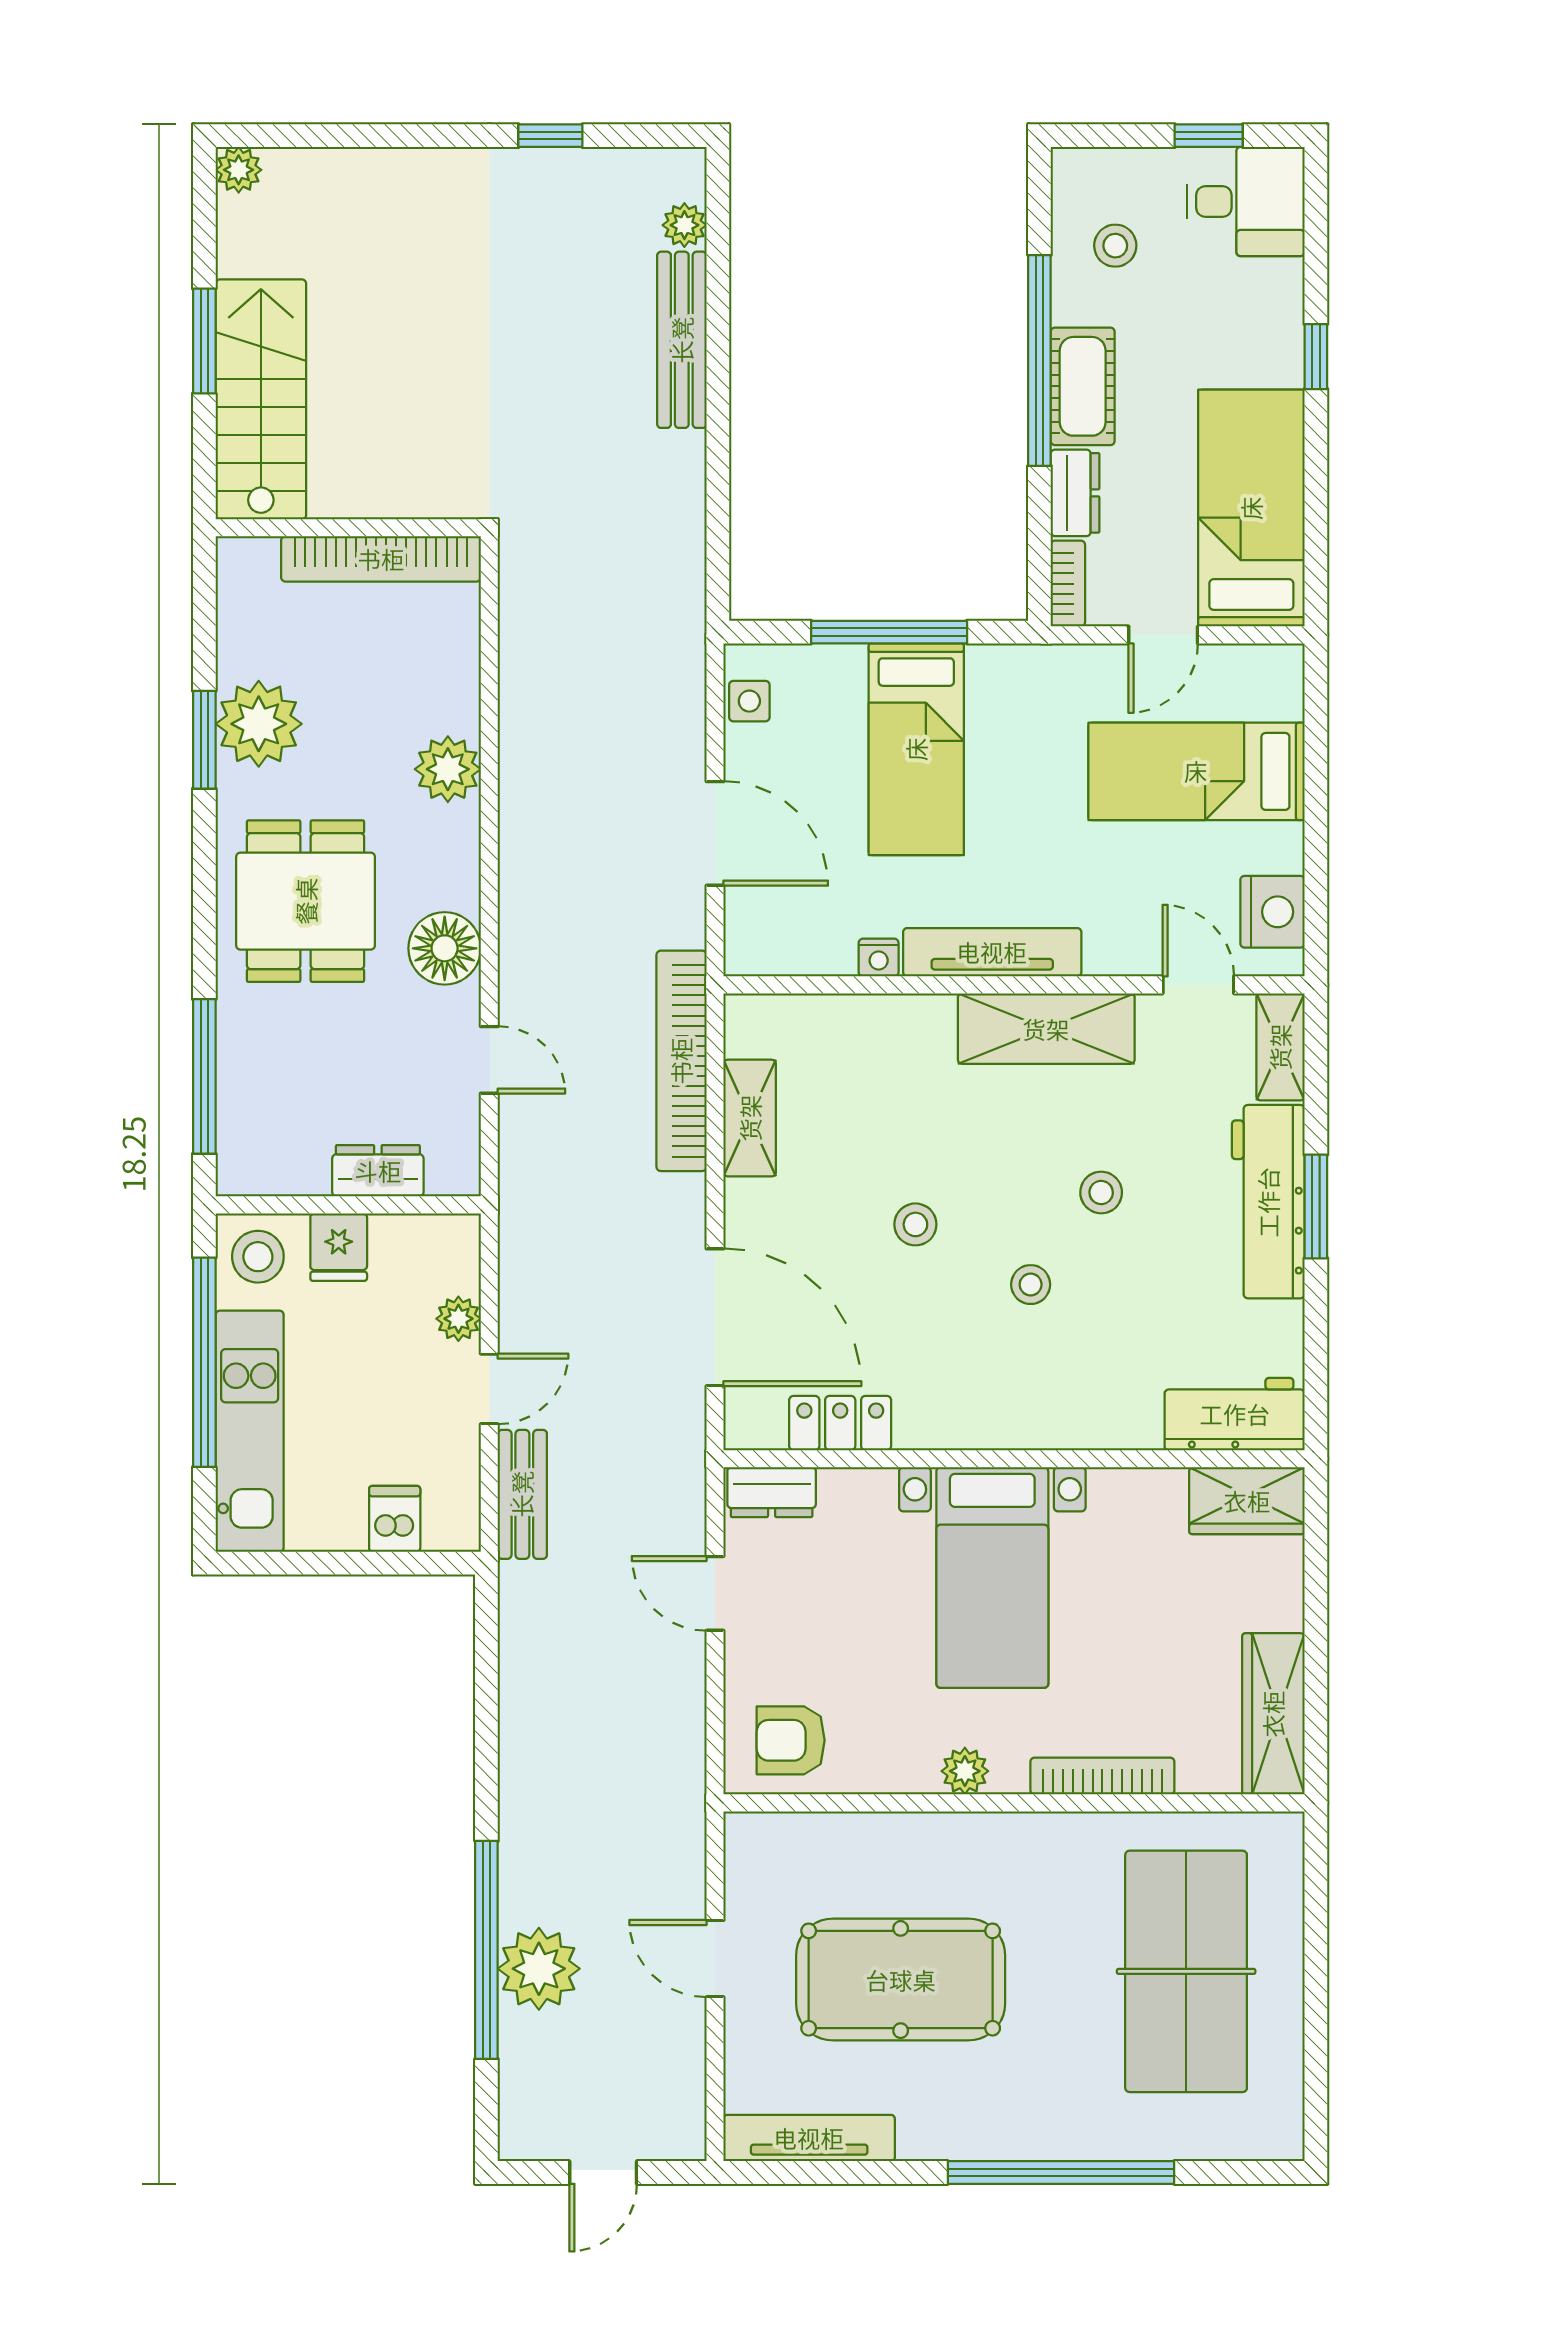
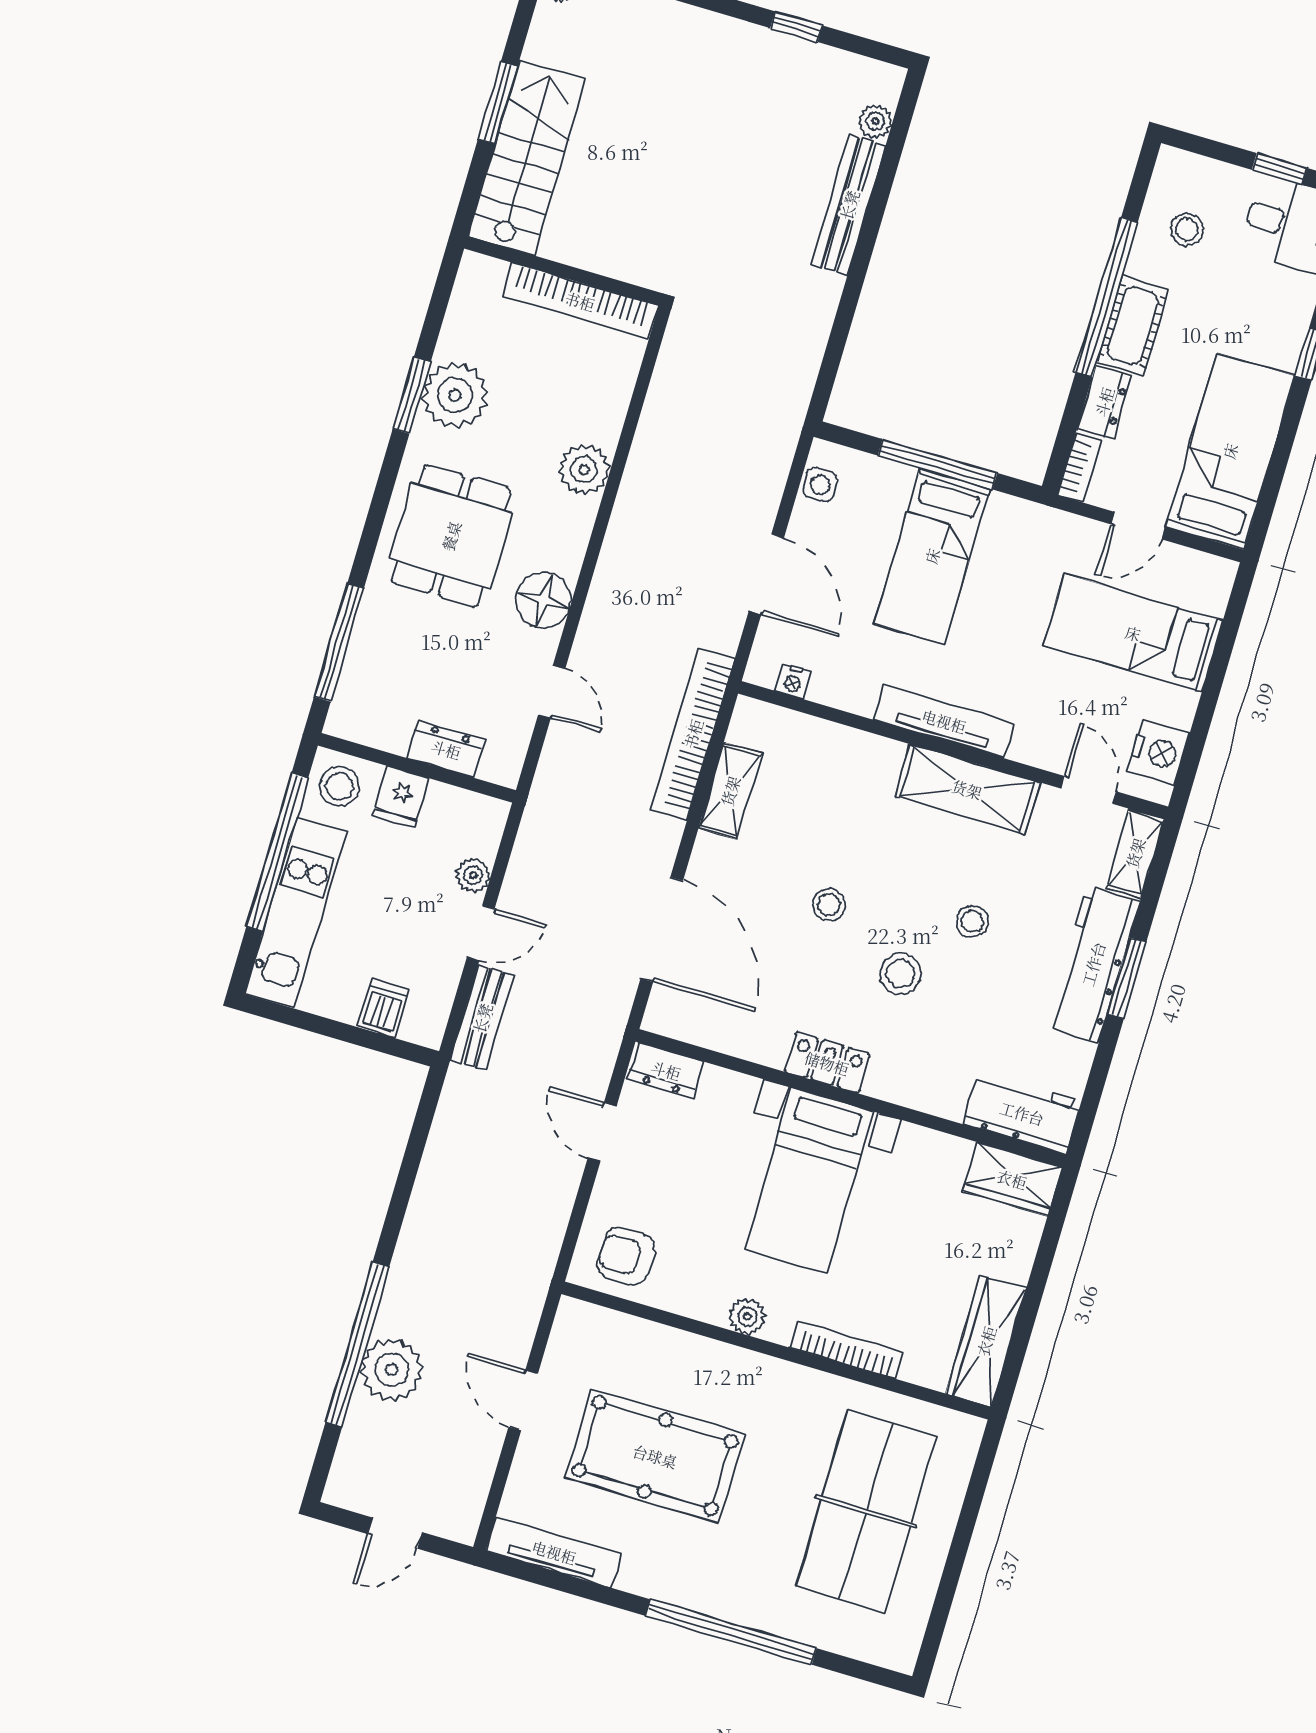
nightstand: (879, 958) -> (793, 681), moved
stool: (1031, 1285) -> (900, 974), width x1.37, depth x1.37
locker: (840, 1423) -> (827, 1063), moved

